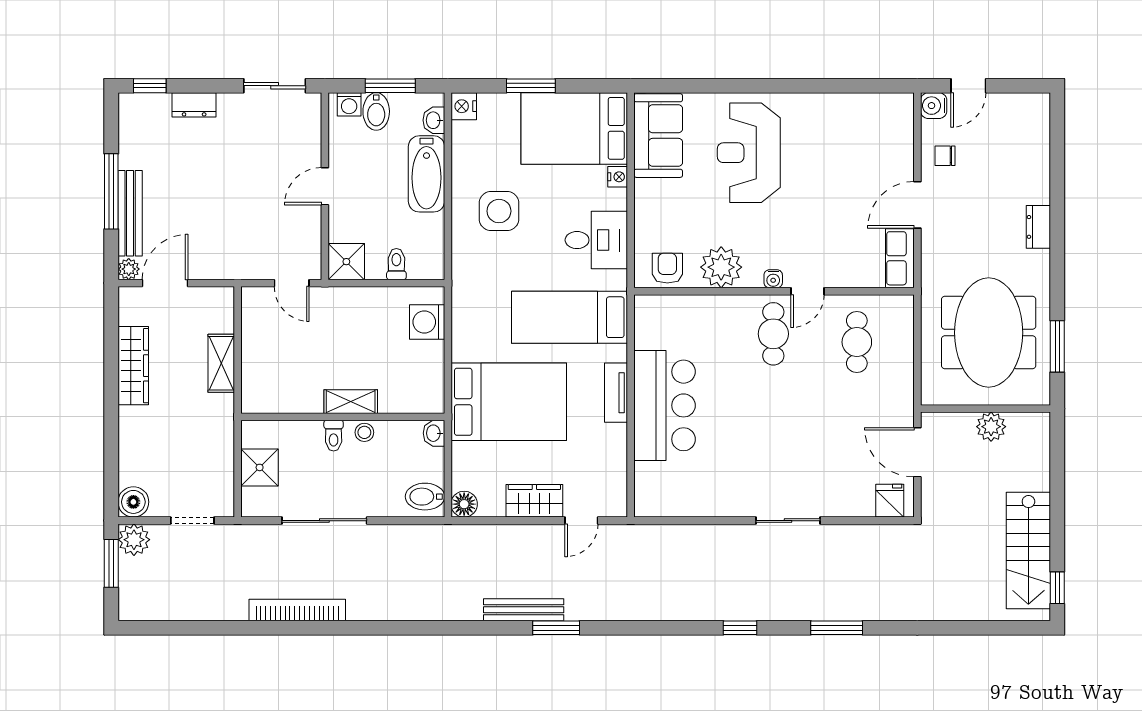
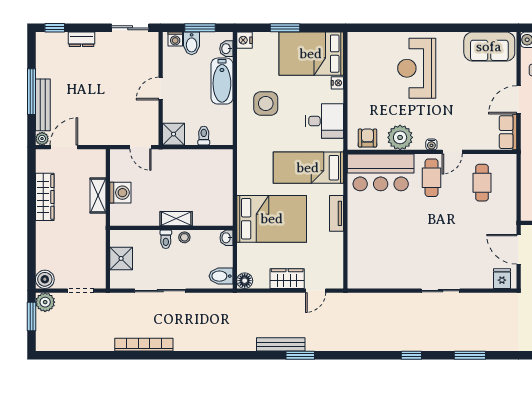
sofa: (658, 136) -> (489, 47), moved, turned 90
washing machine: (427, 322) -> (120, 193), moved, turned 180
bar counter: (665, 405) -> (381, 172), moved, turned 90

